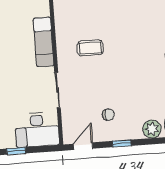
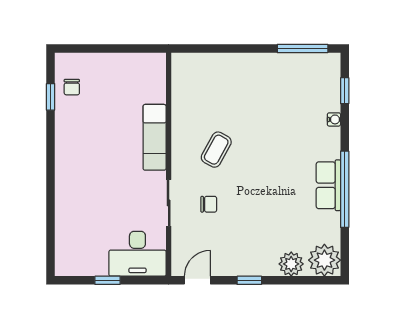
coffee table: (90, 48) -> (216, 150), turned -61
chair: (108, 115) -> (209, 204), moved

